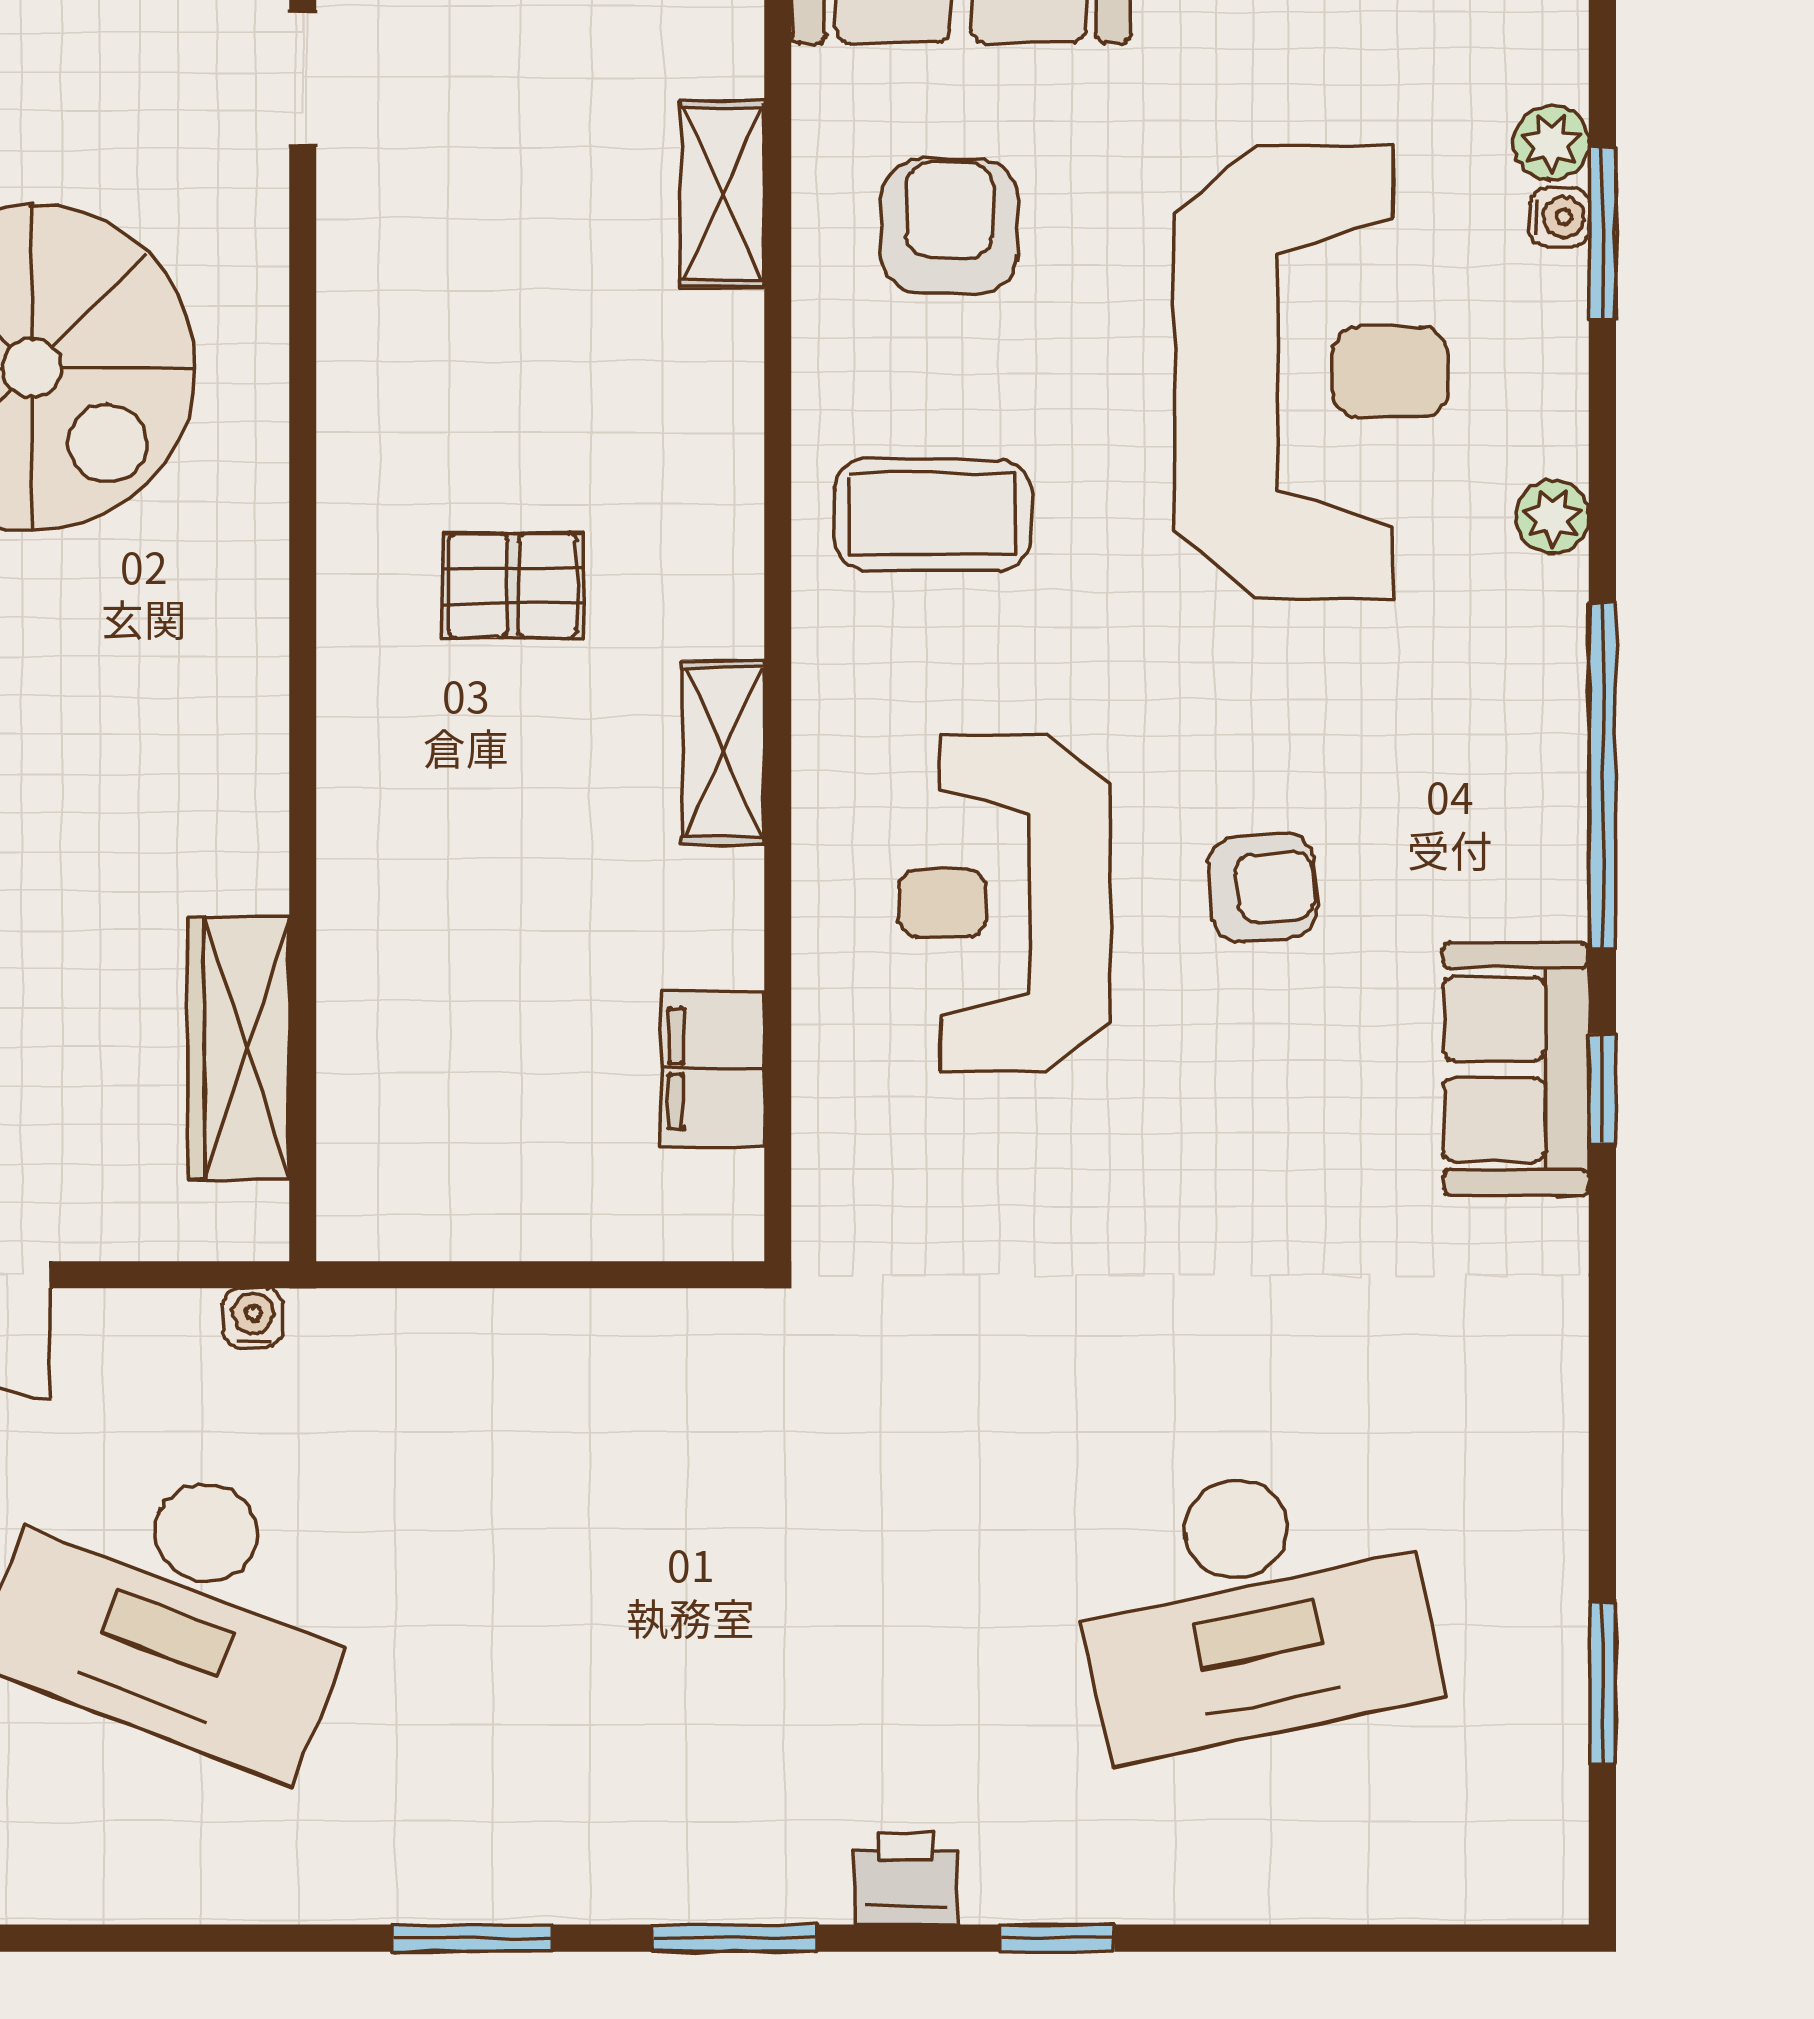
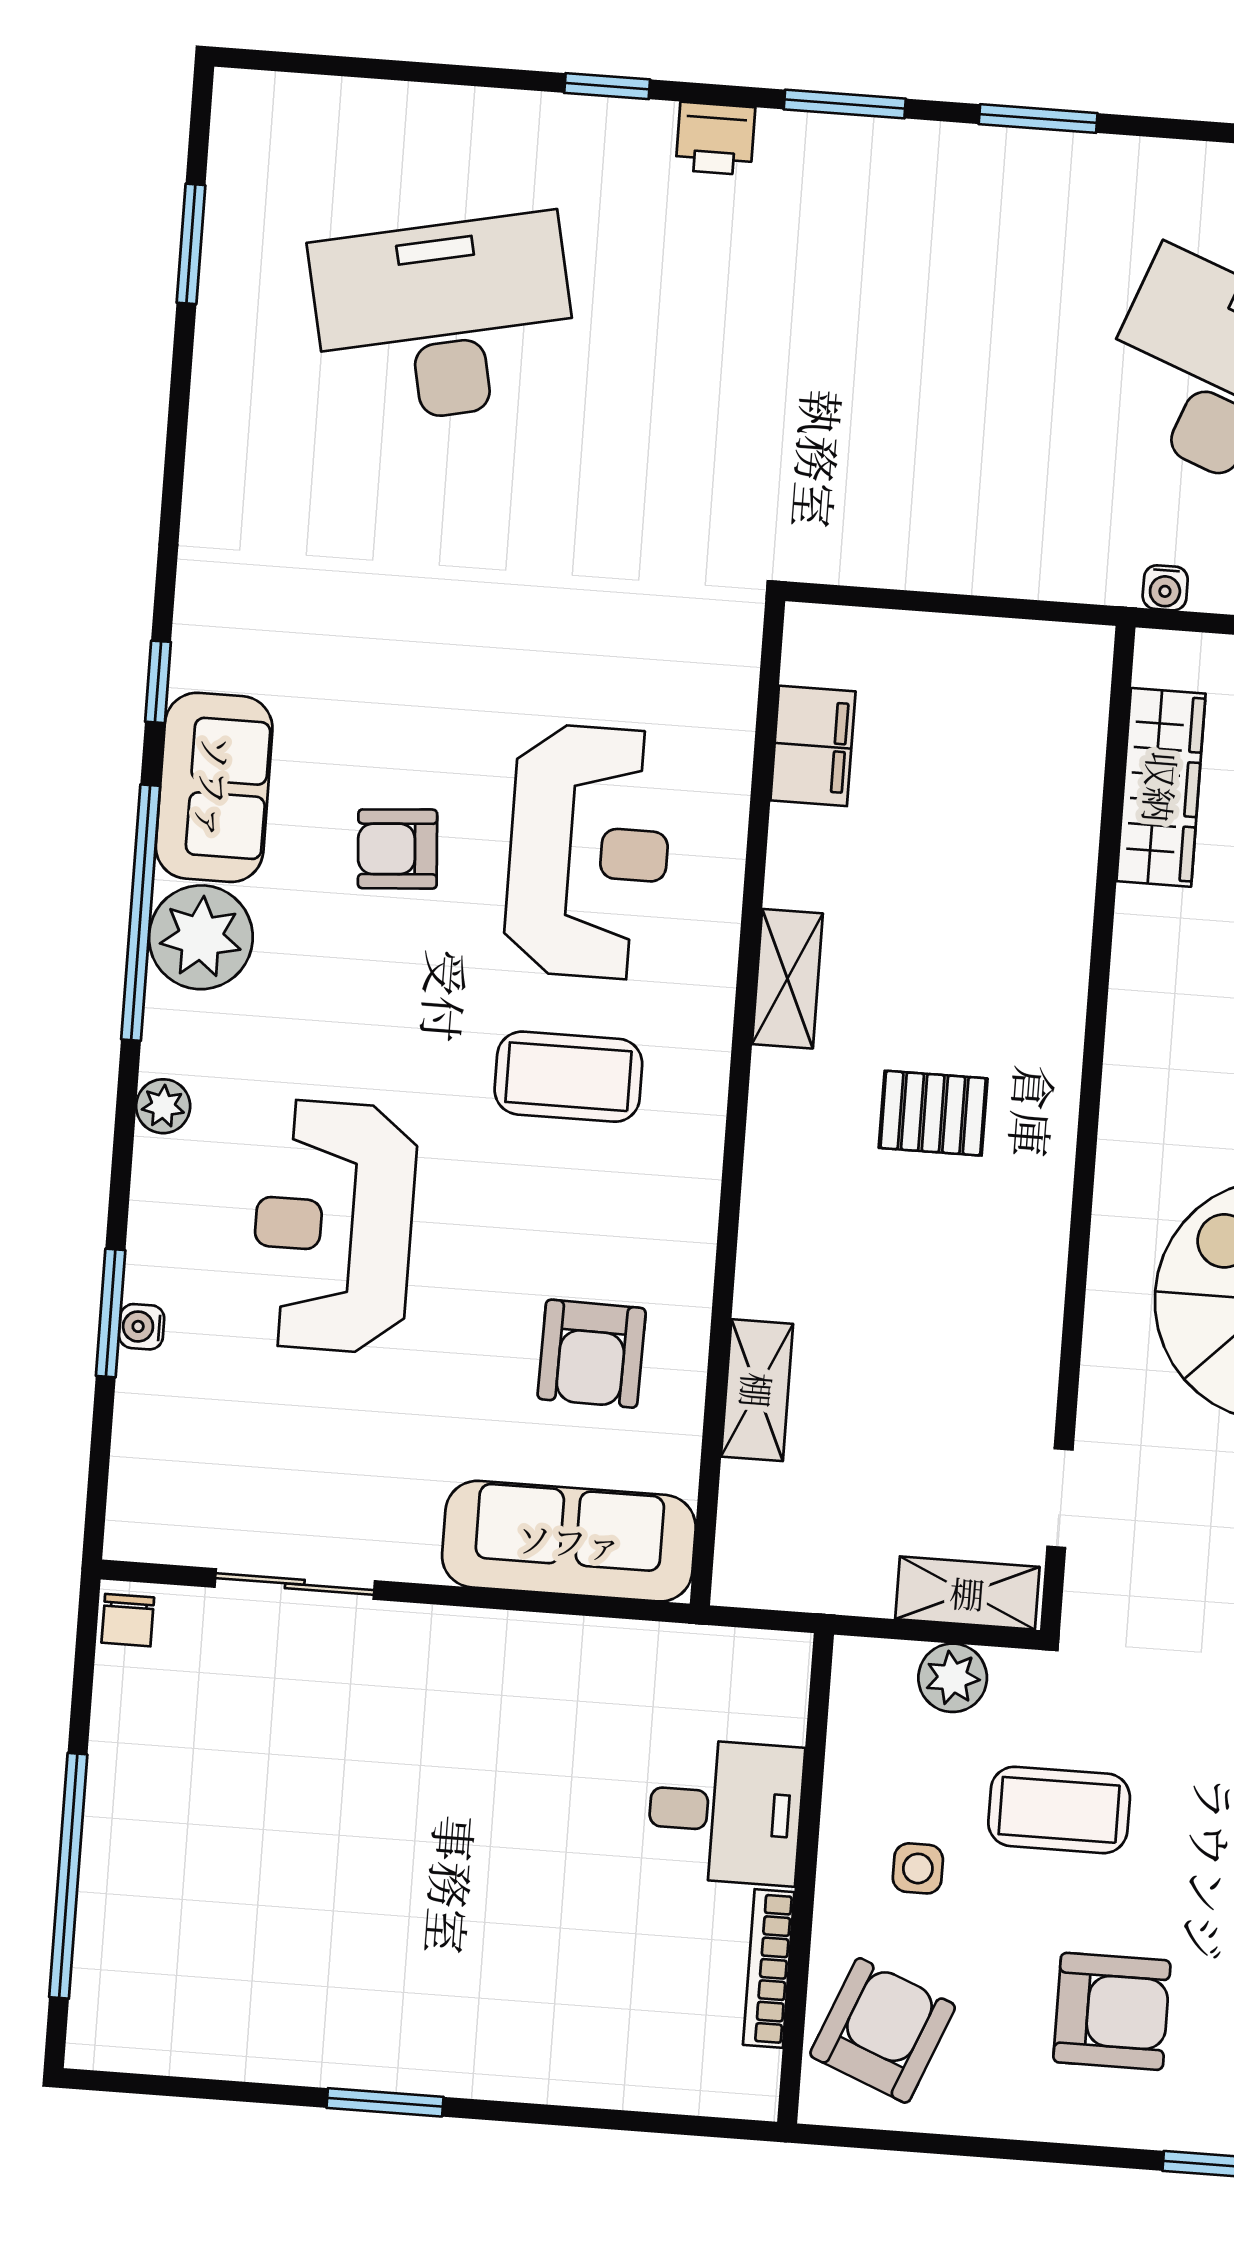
plant: (1551, 143) -> (201, 937), moved, width x1.88, depth x1.88
reception desk: (1311, 372) -> (333, 1226), width x0.74, depth x0.77
coffee table: (933, 514) -> (568, 1077), moved
sofa: (1516, 1069) -> (214, 787), moved

